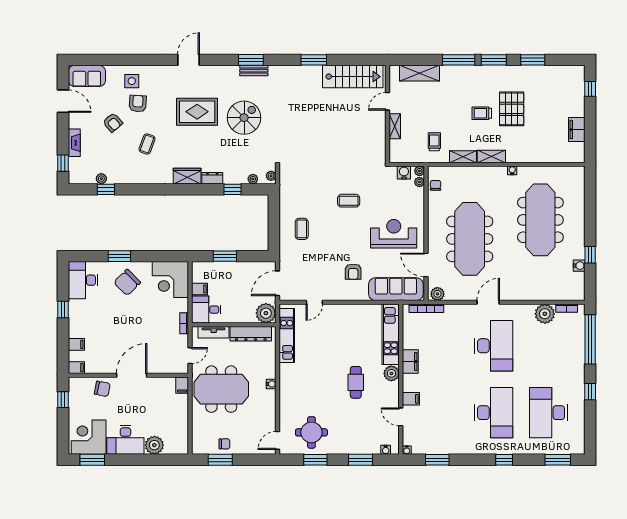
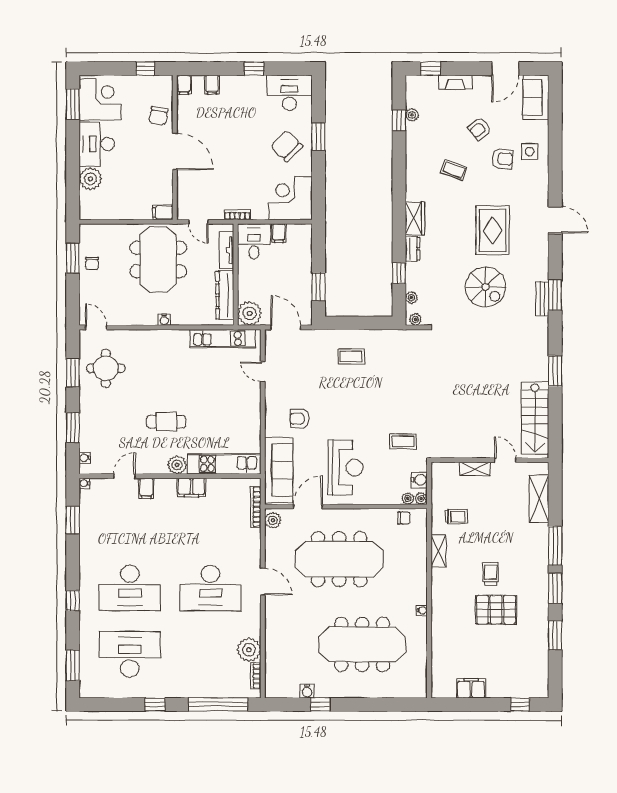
shelving: (491, 156) -> (439, 585), removed
coffee table: (349, 201) -> (403, 442), moved, turned 90
window: (225, 256) -> (318, 287), moved

